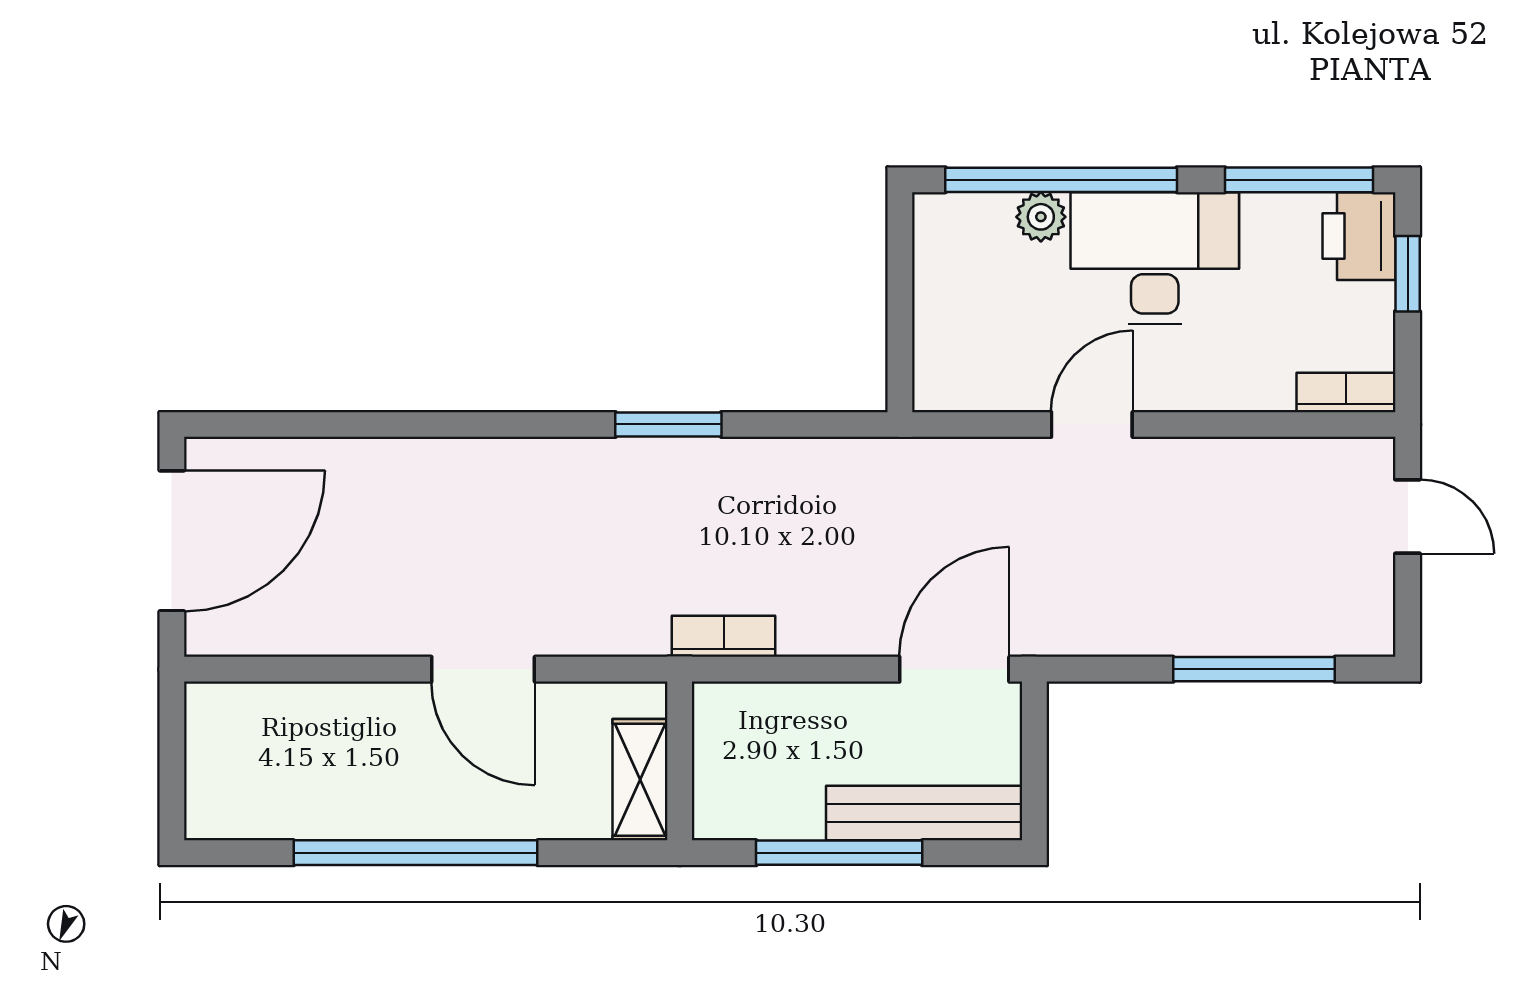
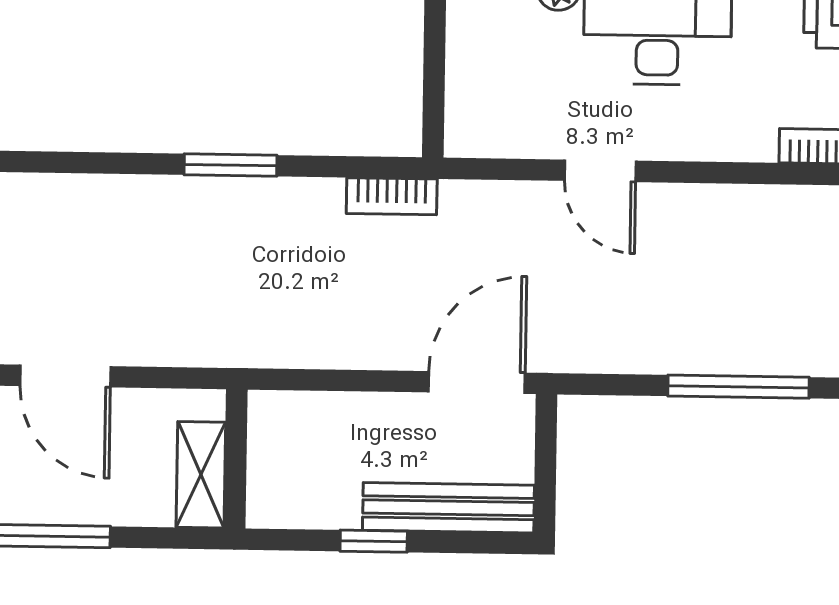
door: (1092, 424) -> (600, 171), swing flipped
bookcase: (724, 636) -> (392, 196), moved, turned 180
window: (839, 853) -> (374, 541), width x0.46

